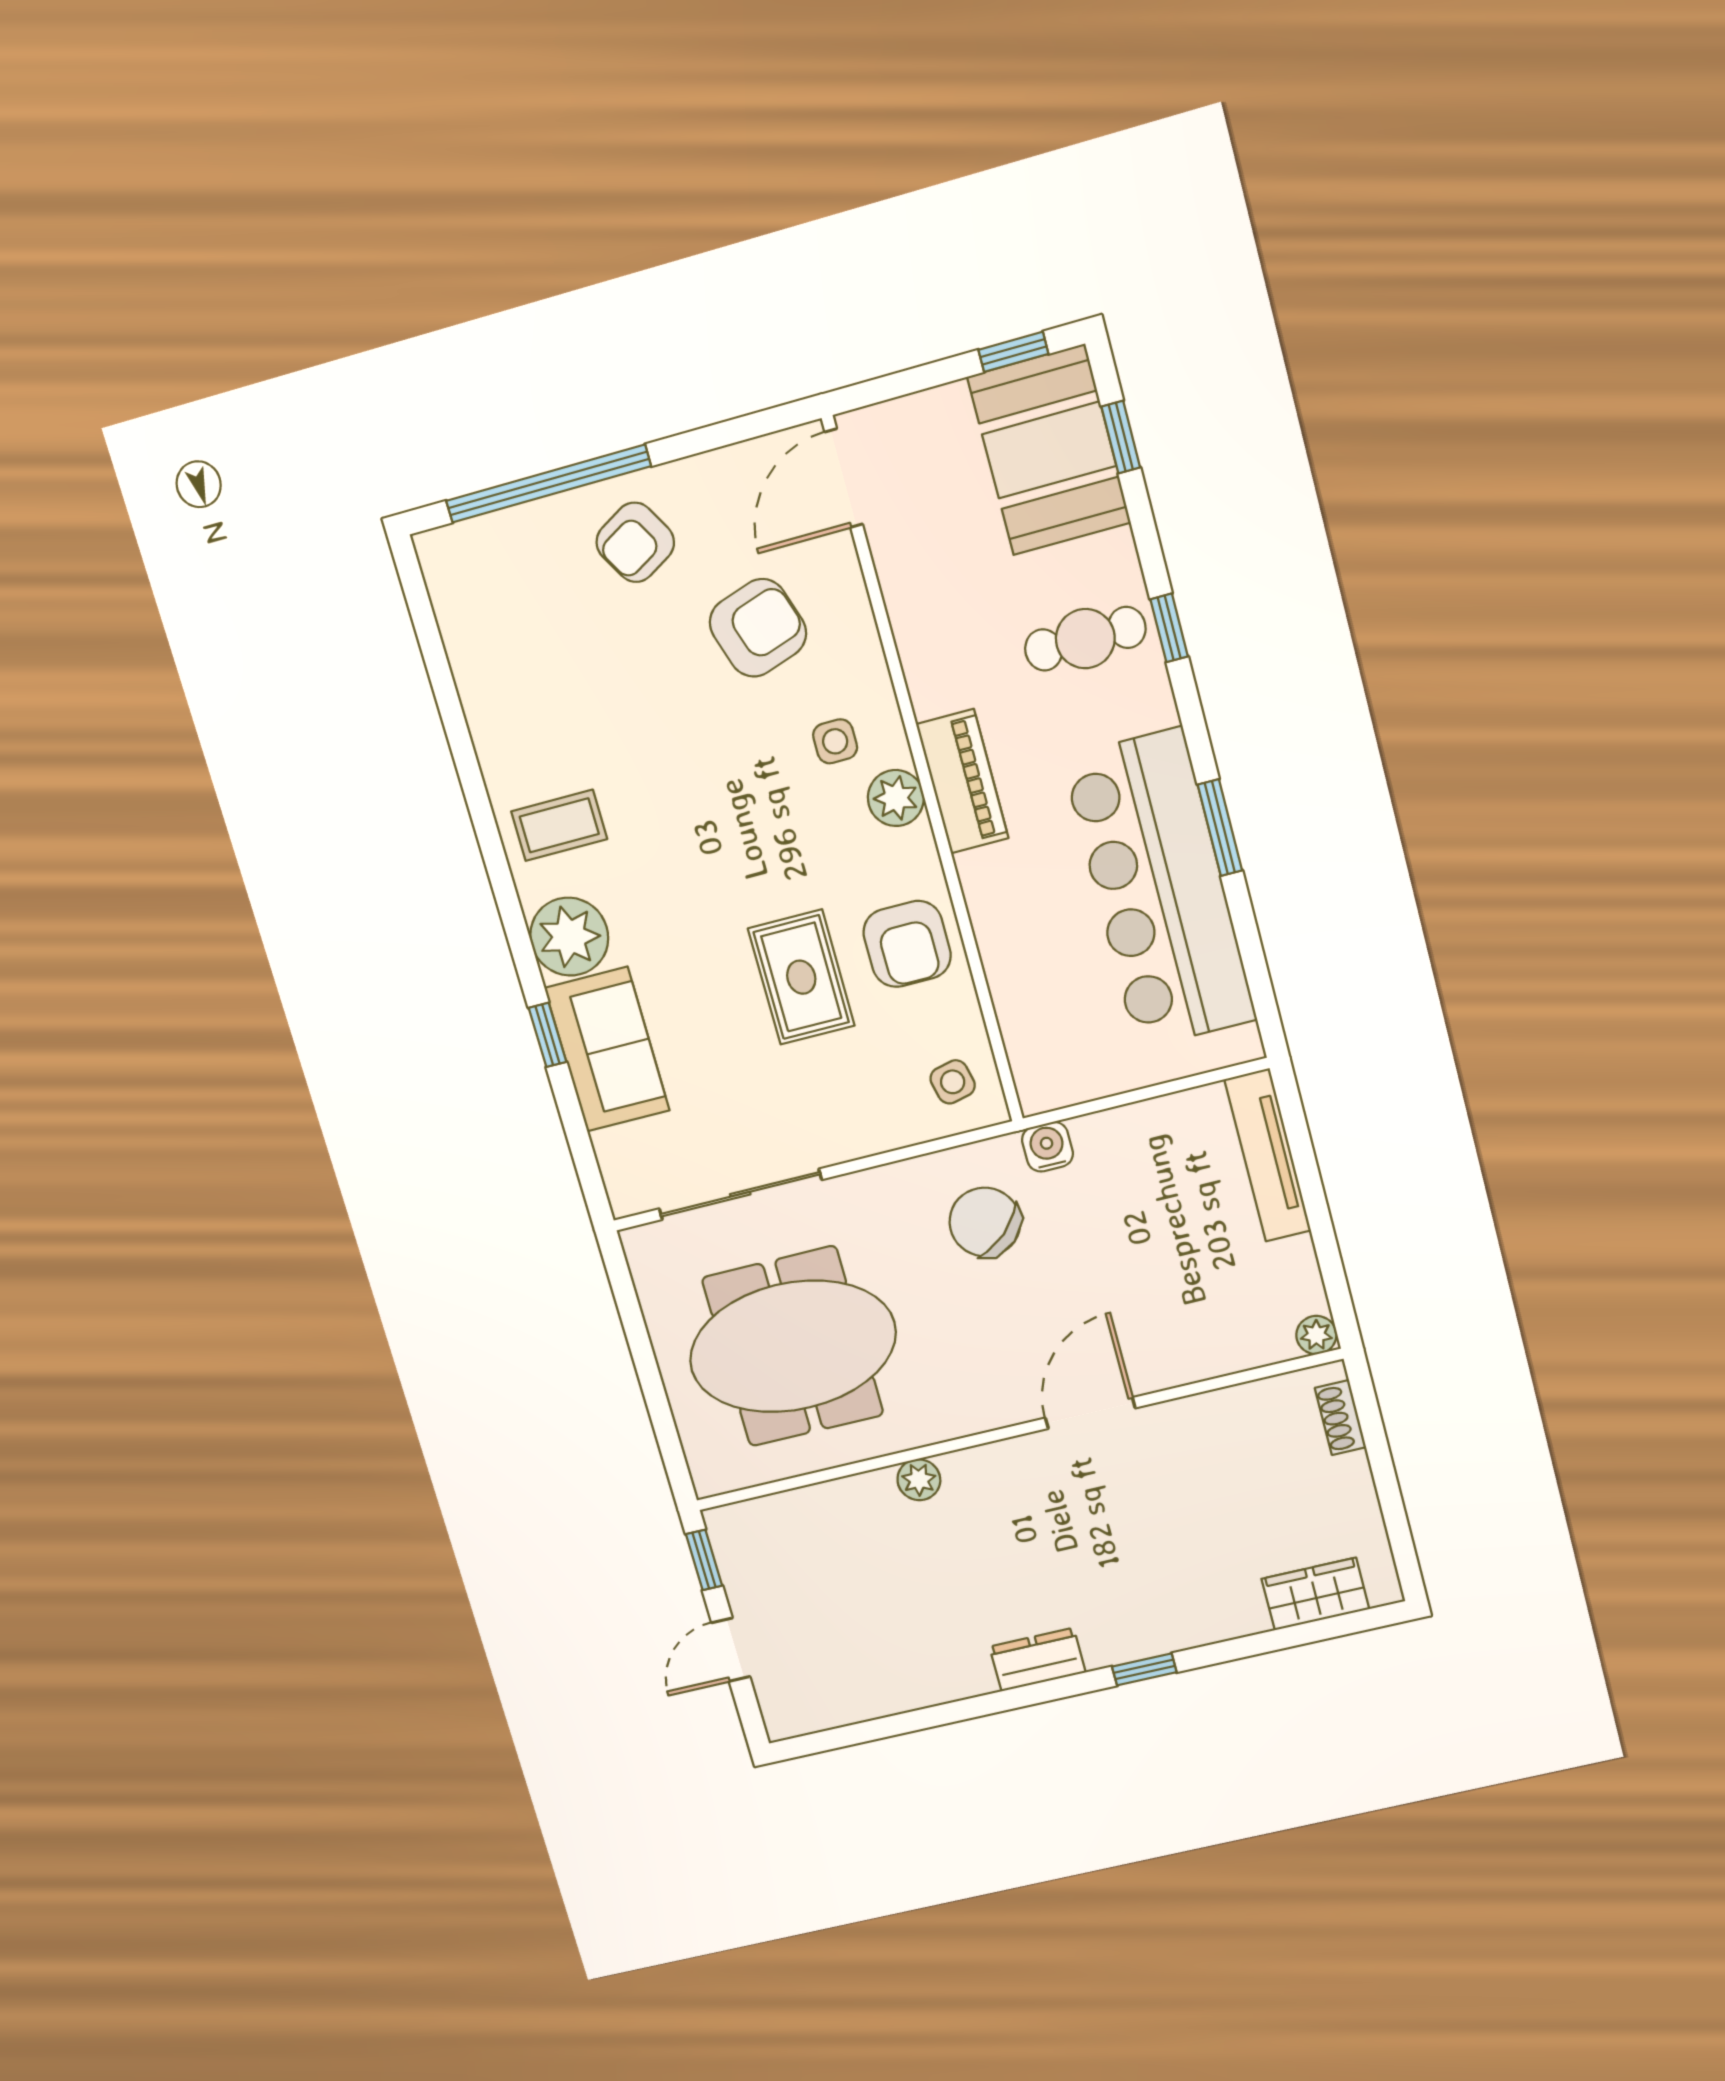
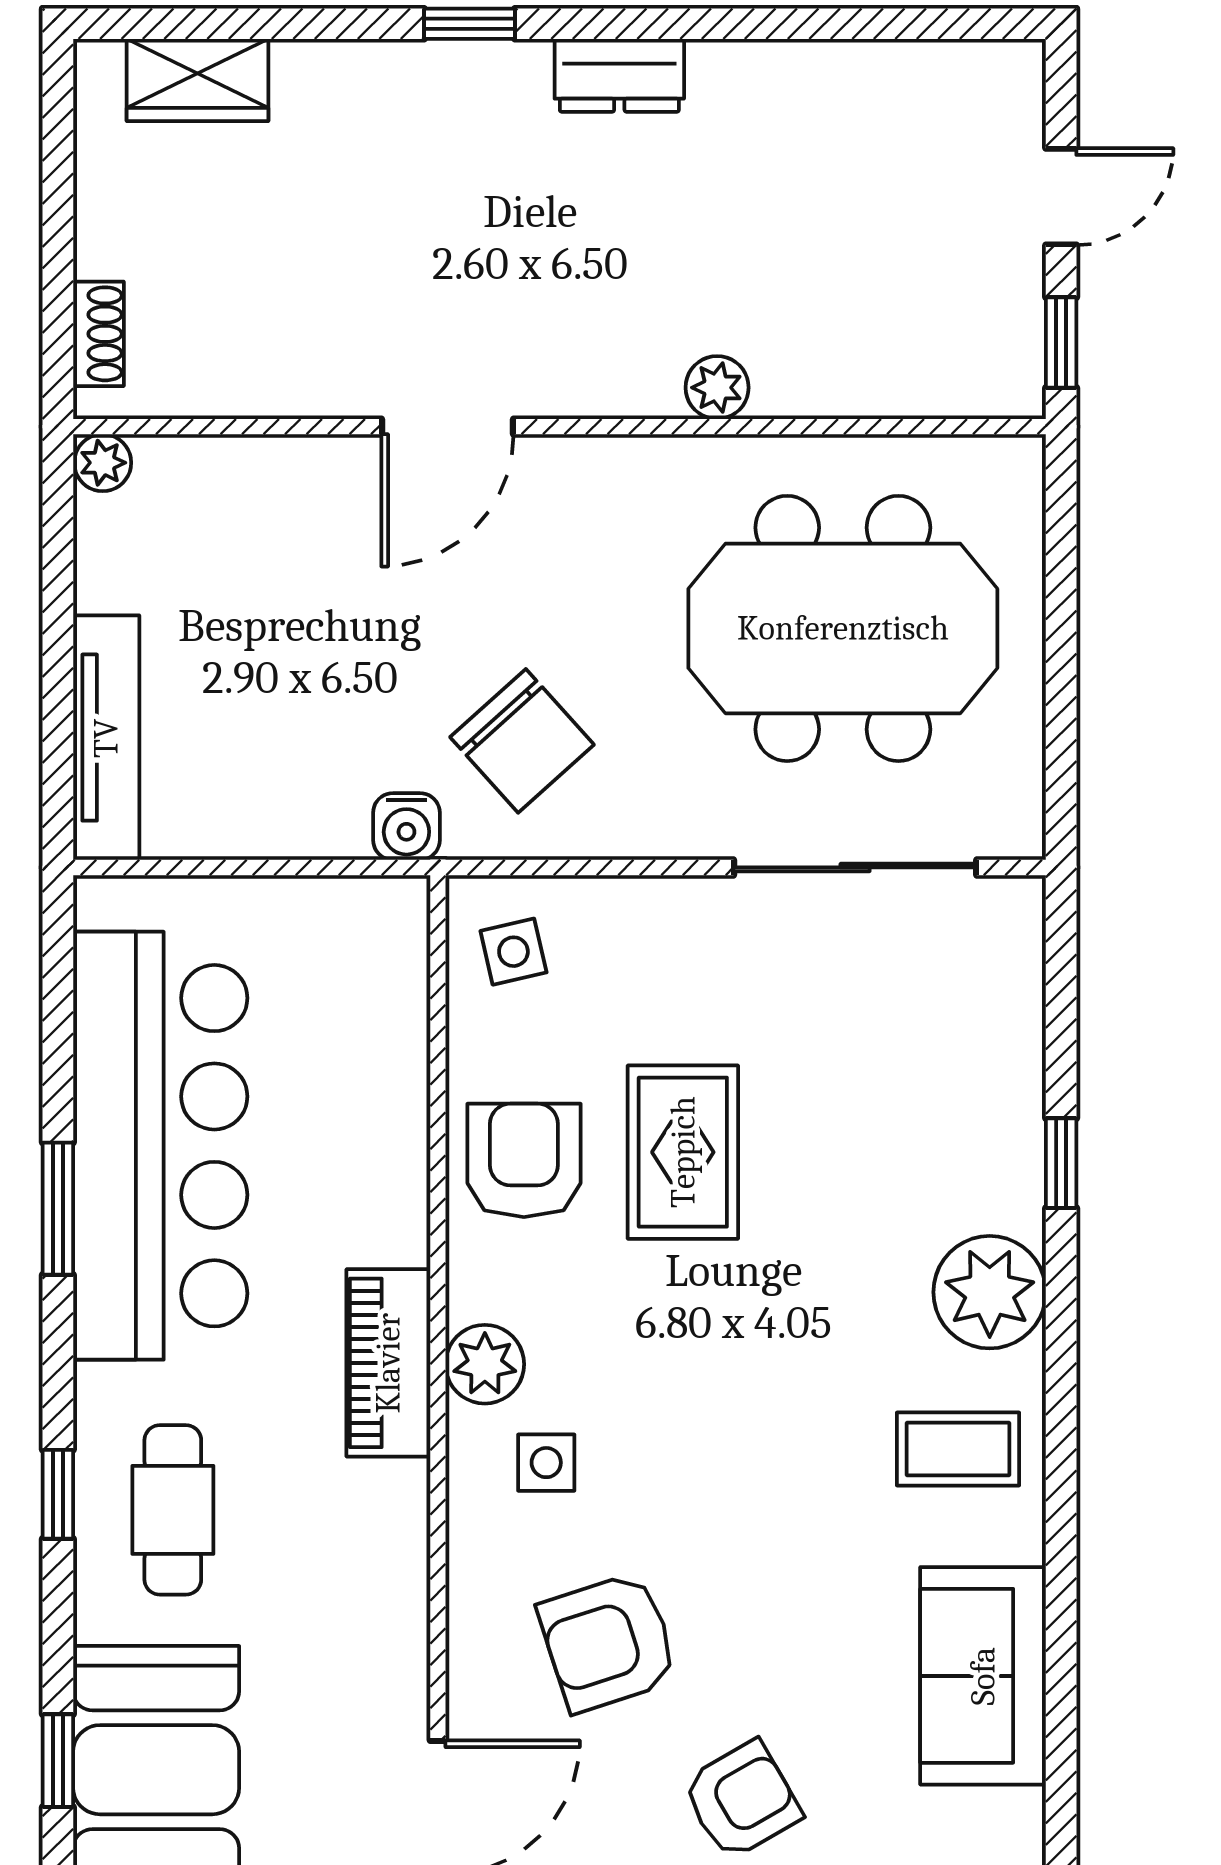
cafe table: (1085, 639) -> (173, 1510), turned 90
sofa: (607, 1049) -> (983, 1676), moved

